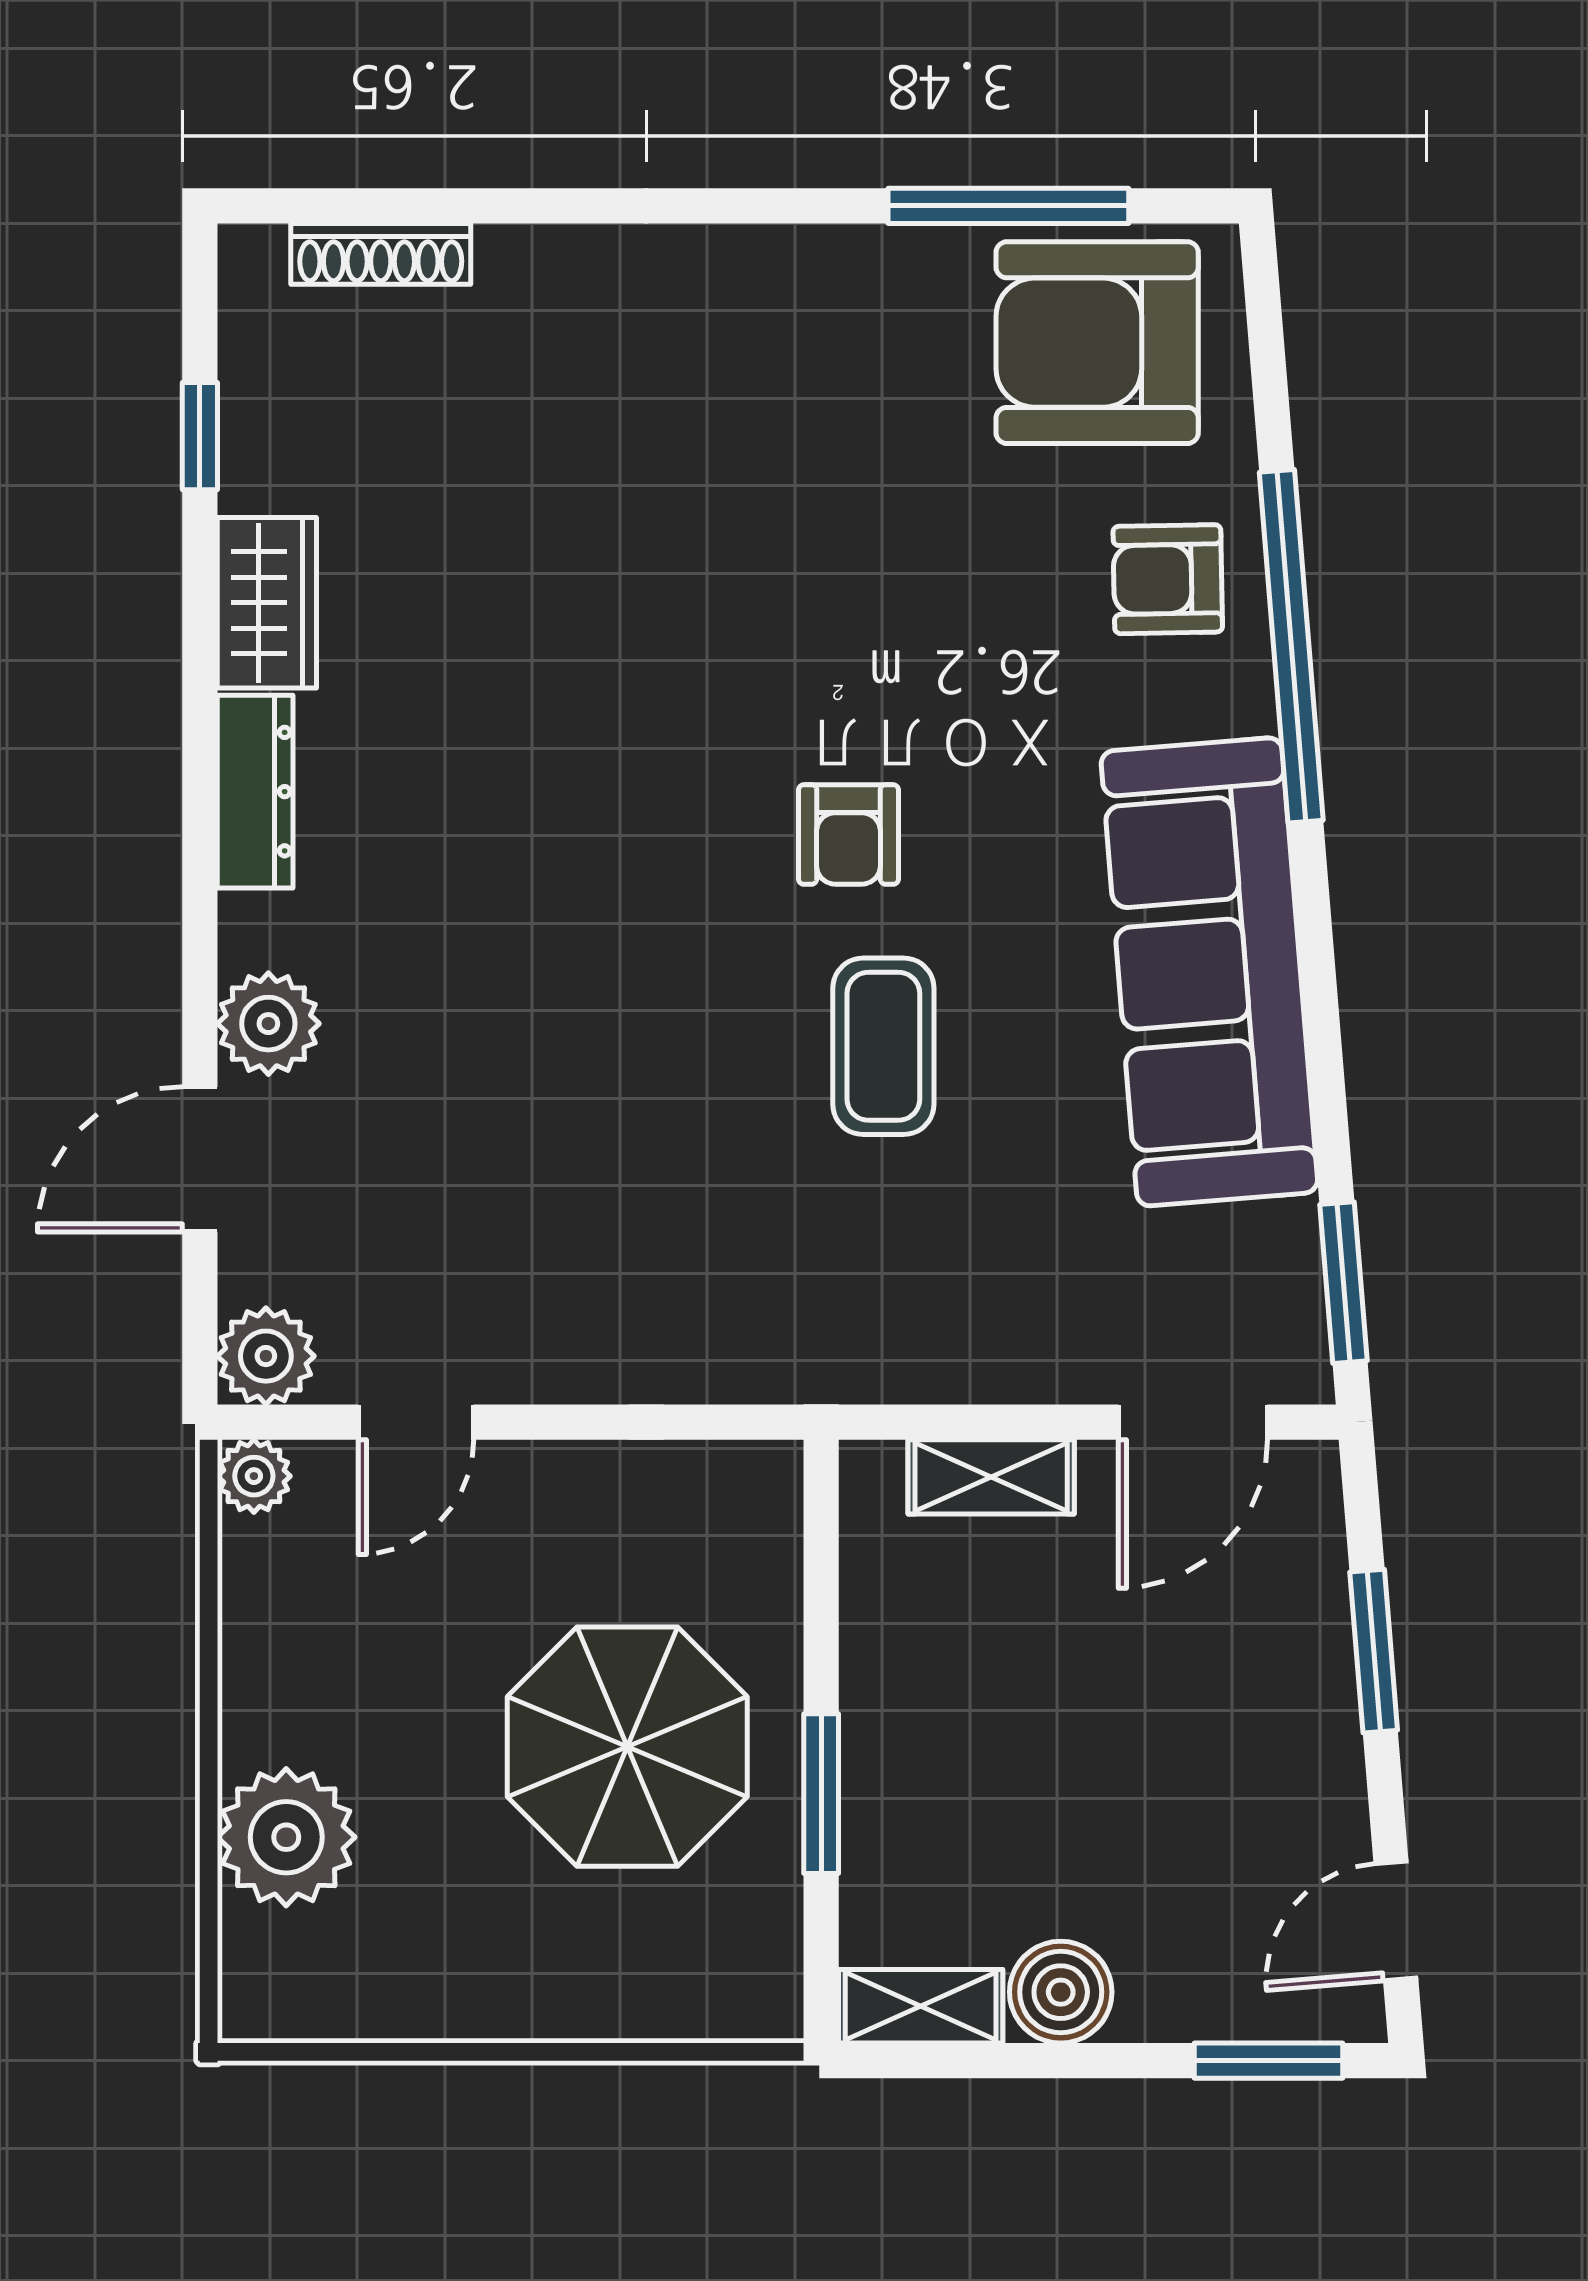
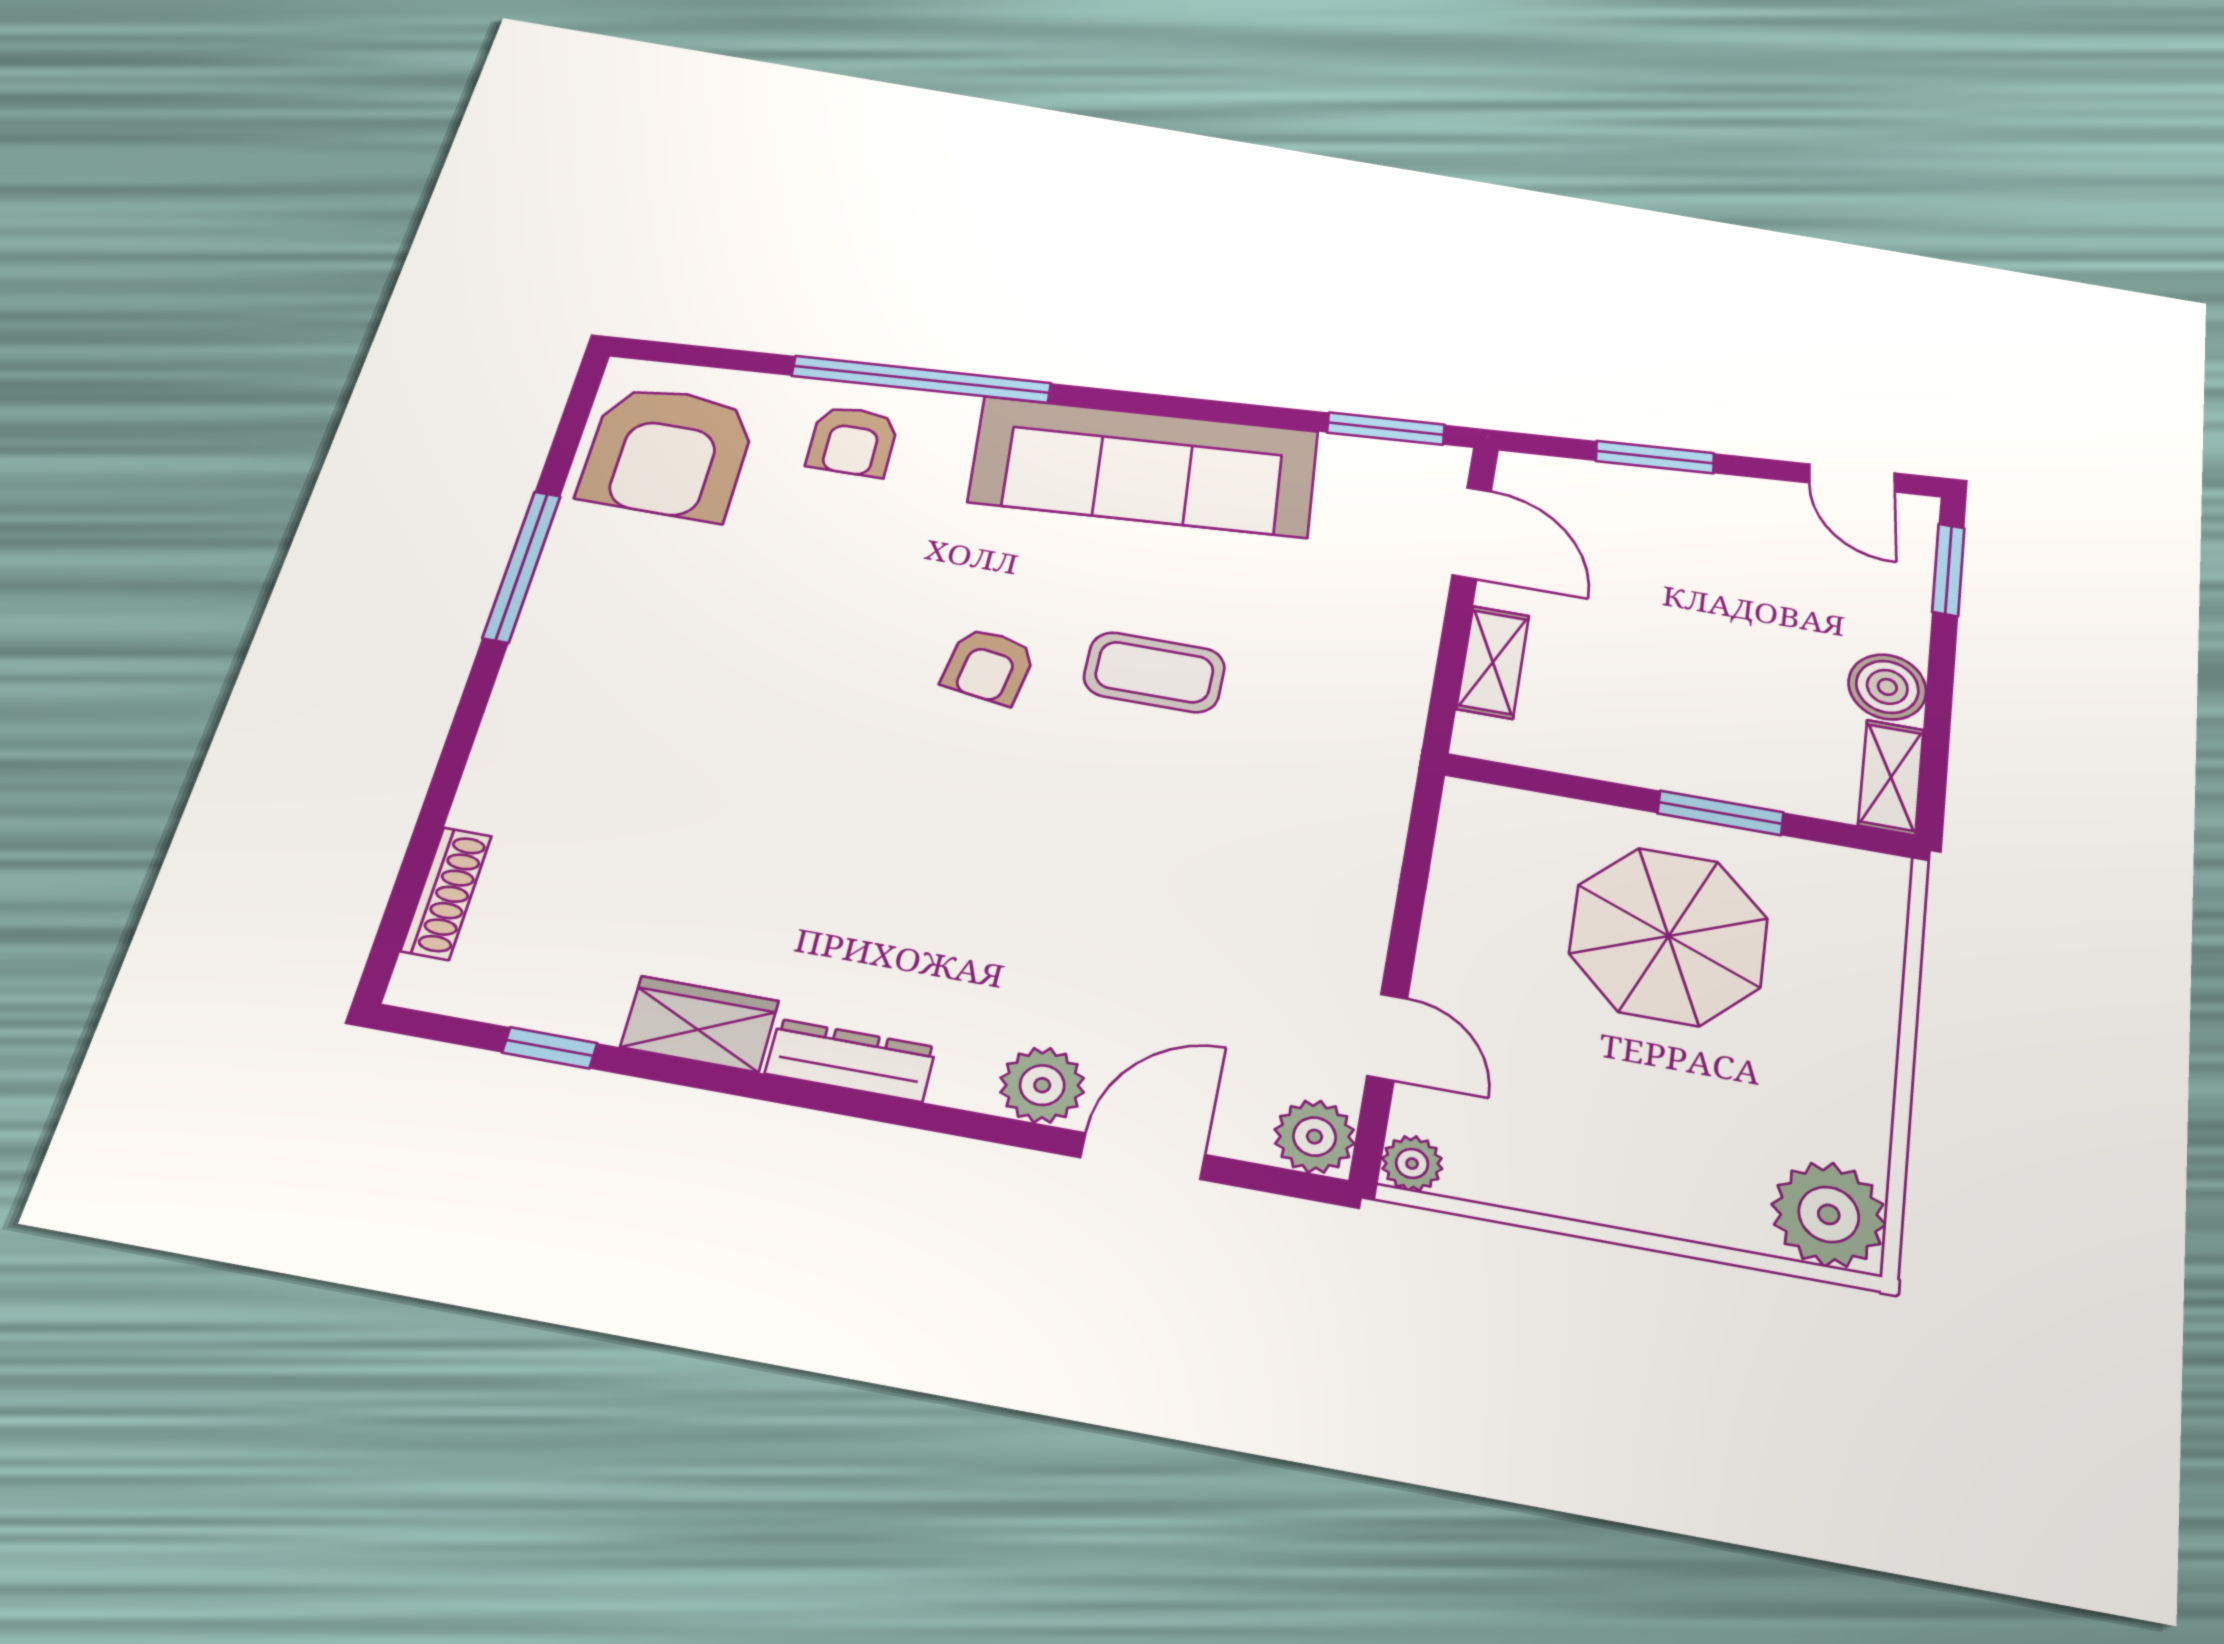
window: (1008, 206) -> (522, 566), moved
armchair: (849, 834) -> (989, 666), turned 99
door: (200, 1159) -> (1143, 1156), swing flipped
plant: (286, 1837) -> (1829, 1214), moved

